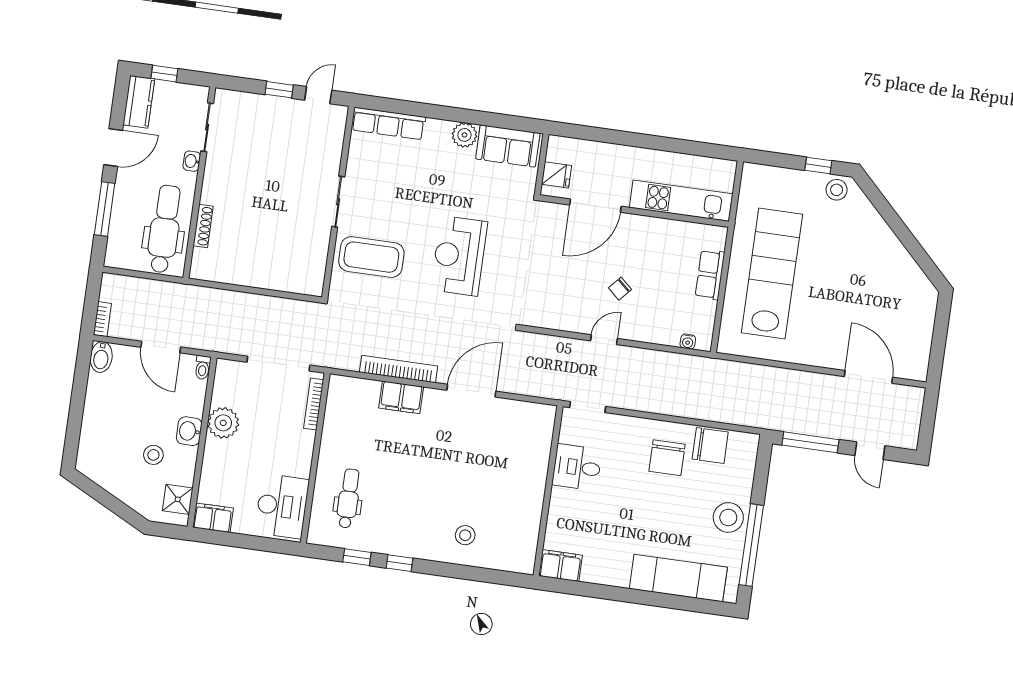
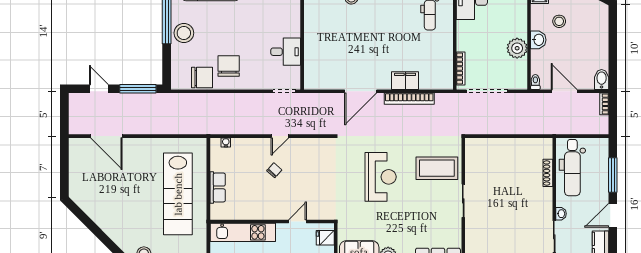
door: (595, 206) -> (297, 222), width x0.53
chair: (710, 446) -> (202, 78), turned 180

